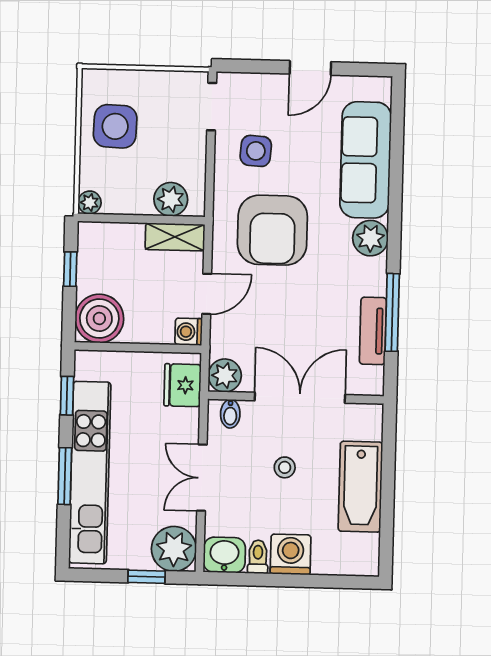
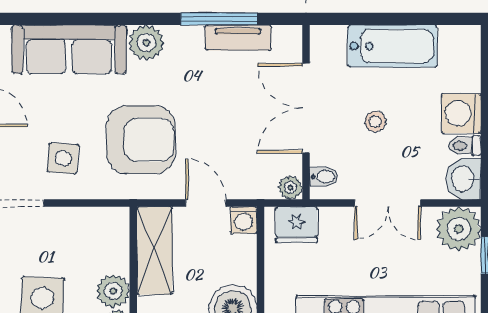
plant: (171, 199) -> (113, 291), moved
shelving: (175, 237) -> (155, 251), width x1.50, depth x1.33
plant: (225, 375) -> (290, 188), width x0.73, depth x0.73

